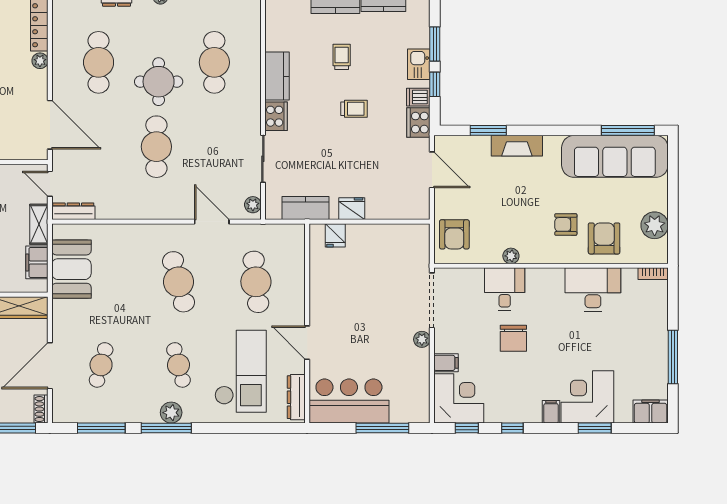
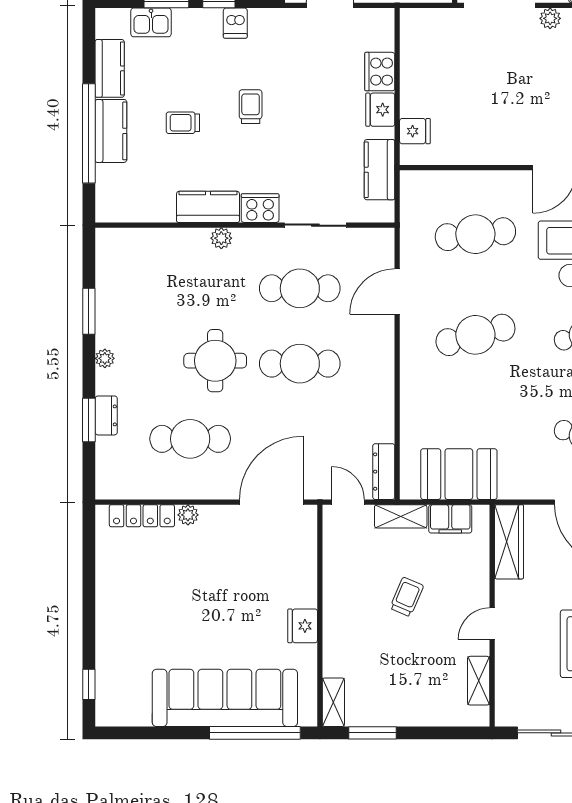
cafe table: (214, 62) -> (300, 288), moved
kitchen sink: (419, 64) -> (151, 22), moved
cooker: (418, 123) -> (380, 72), moved, turned 90
door: (50, 184) -> (348, 502), swing flipped
plant: (253, 205) -> (221, 238), moved

